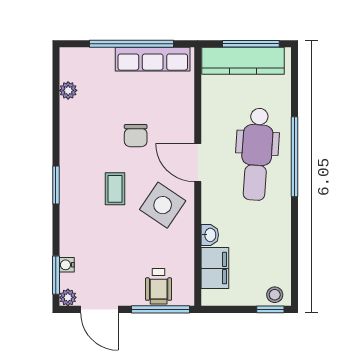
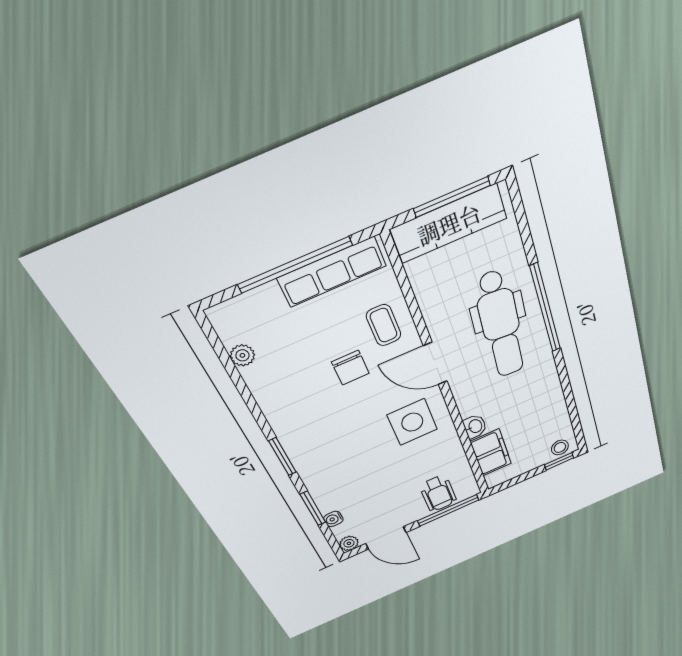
coffee table: (115, 189) -> (384, 325), moved
side table: (163, 205) -> (412, 422), turned -34
window: (56, 275) -> (313, 508), moved

